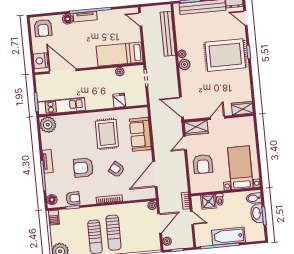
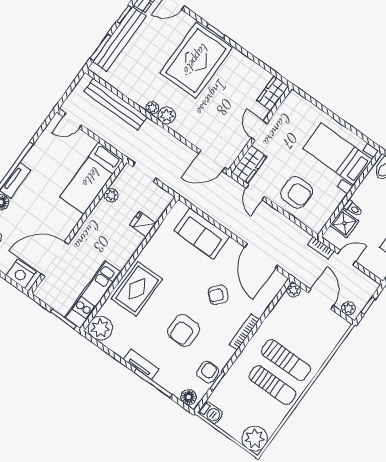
rug: (107, 134) -> (137, 289), moved, turned 90

